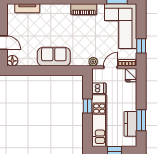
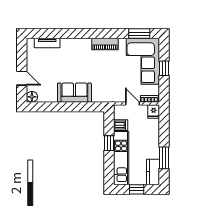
window: (141, 46) -> (164, 68), moved
plant: (93, 62) -> (115, 98), removed
door: (111, 67) -> (133, 103), hinge flipped
kitchen counter: (130, 124) -> (153, 172), moved

